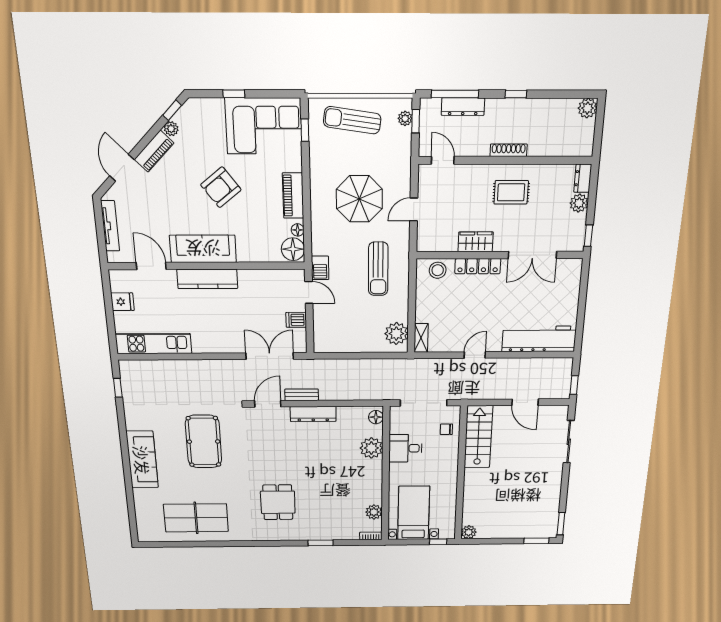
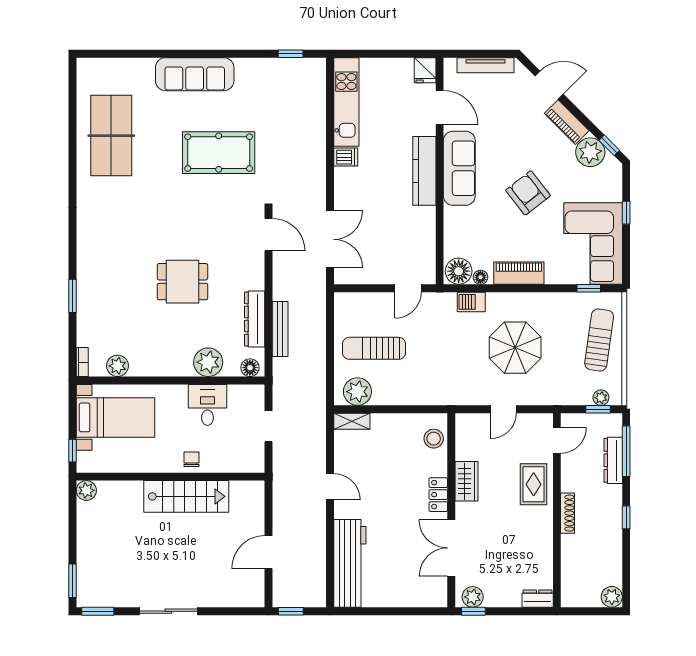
plant: (171, 129) -> (590, 152), width x1.87, depth x1.87
rug: (511, 192) -> (534, 484), moved
plant: (579, 203) -> (473, 597), moved
door: (414, 209) -> (503, 409), swing flipped
door: (151, 266) -> (440, 108), hinge flipped
locker: (478, 266) -> (438, 495), width x0.66
barbecue: (320, 268) -> (471, 302), moved
sun lounger: (378, 269) -> (374, 348), moved
fridge: (122, 302) -> (425, 70), moved
dishwasher: (296, 320) -> (346, 157), moved, turned 90
bench: (302, 395) -> (280, 329), moved, width x1.36
doorway: (424, 403) -> (269, 426), width x0.53
dresser: (313, 414) -> (255, 319), moved
chair: (446, 429) -> (191, 459), moved
stairs: (478, 437) -> (186, 496), moved
sliding door: (569, 442) -> (168, 611), moved
dining table: (278, 502) -> (182, 282), moved

